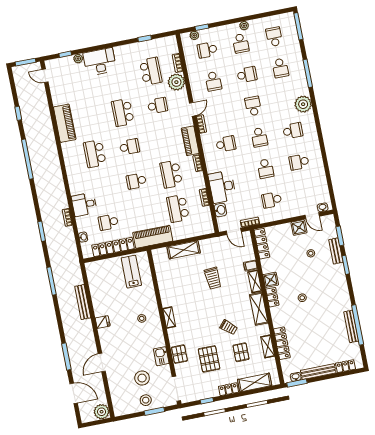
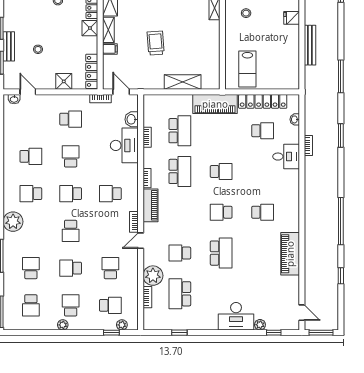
school desk: (259, 137) -> (71, 194), turned -90
school desk: (95, 154) -> (263, 212), width x0.54
shower: (299, 228) -> (64, 81), moved

